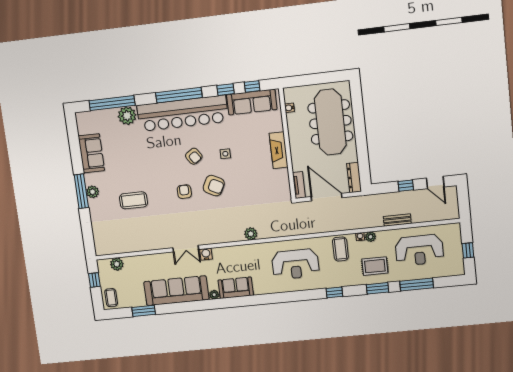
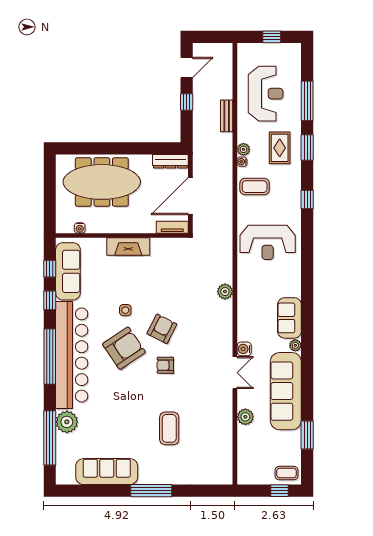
sofa: (91, 153) -> (107, 472), width x1.36
armchair: (194, 156) -> (124, 348), width x1.88, depth x1.88
plant: (93, 192) -> (153, 477), removed
plant: (117, 264) -> (245, 417), moved
reception desk: (295, 264) -> (268, 242), turned 90
window: (94, 280) -> (279, 491), moved

